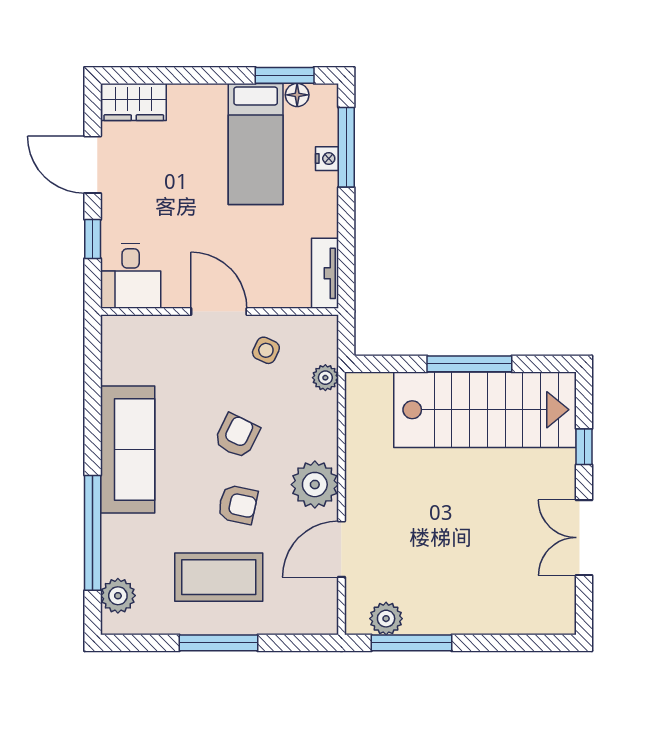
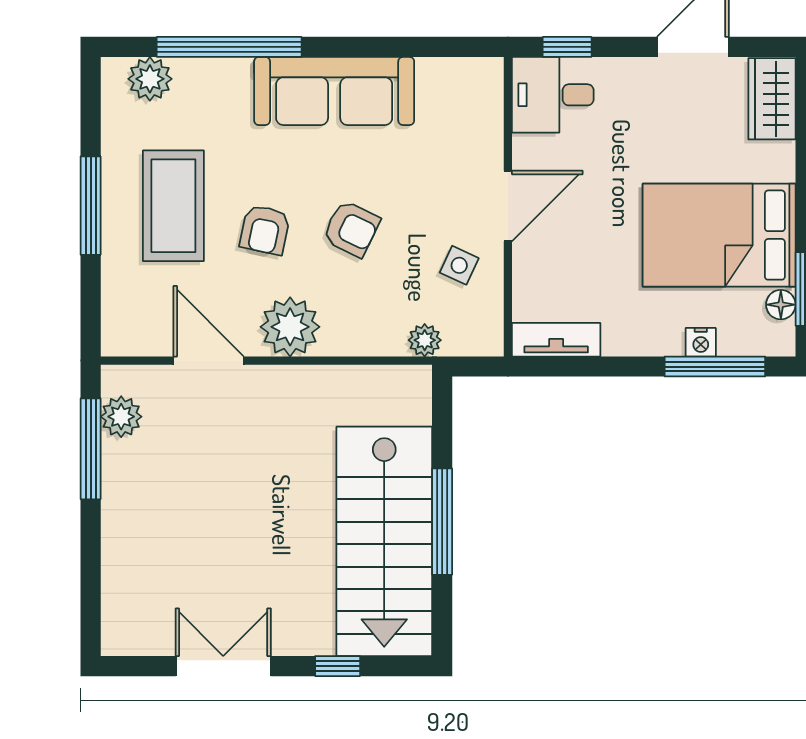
bed: (256, 144) -> (719, 235), width x1.50
window: (93, 239) -> (567, 47), moved

